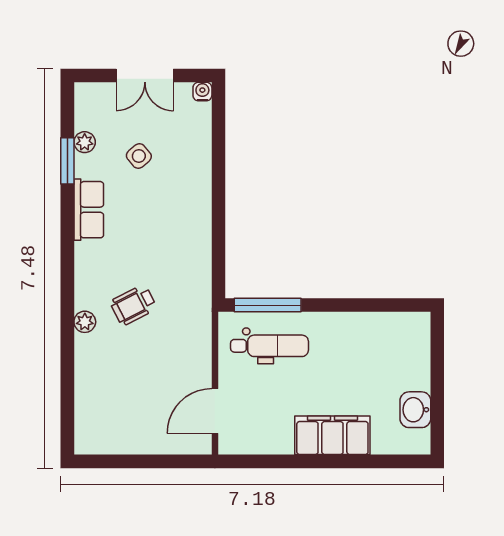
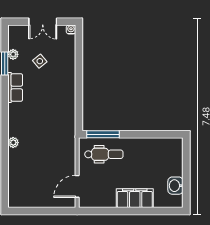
wheelchair: (133, 305) -> (37, 134), removed

